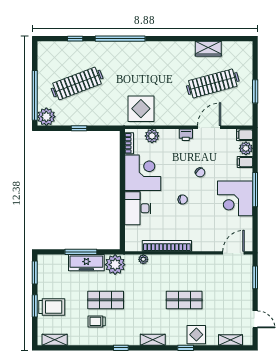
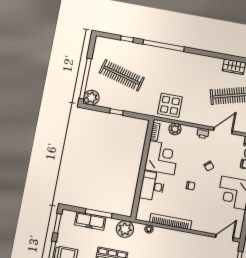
clothes rail: (77, 83) -> (122, 75), turned 36
freezer: (86, 263) -> (90, 221), moved

